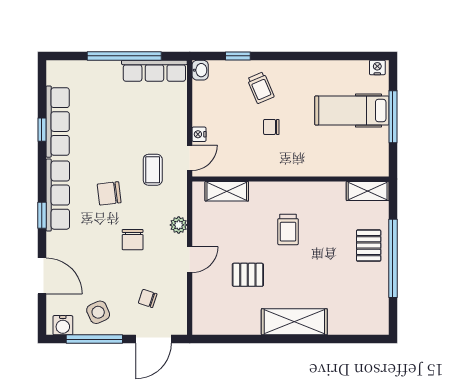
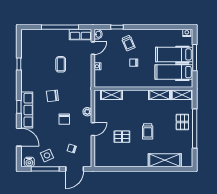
row of seats: (154, 71) -> (80, 35), width x0.68
row of seats: (58, 122) -> (27, 60), removed
hospital bed: (351, 146) -> (174, 72), added
door: (190, 158) -> (93, 48), moved
coffee table: (153, 170) -> (61, 64), moved
shelving: (323, 191) -> (160, 95), added
row of seats: (58, 195) -> (27, 110), moved
trolley: (288, 230) -> (148, 131), moved
shelving: (294, 322) -> (165, 160), moved

